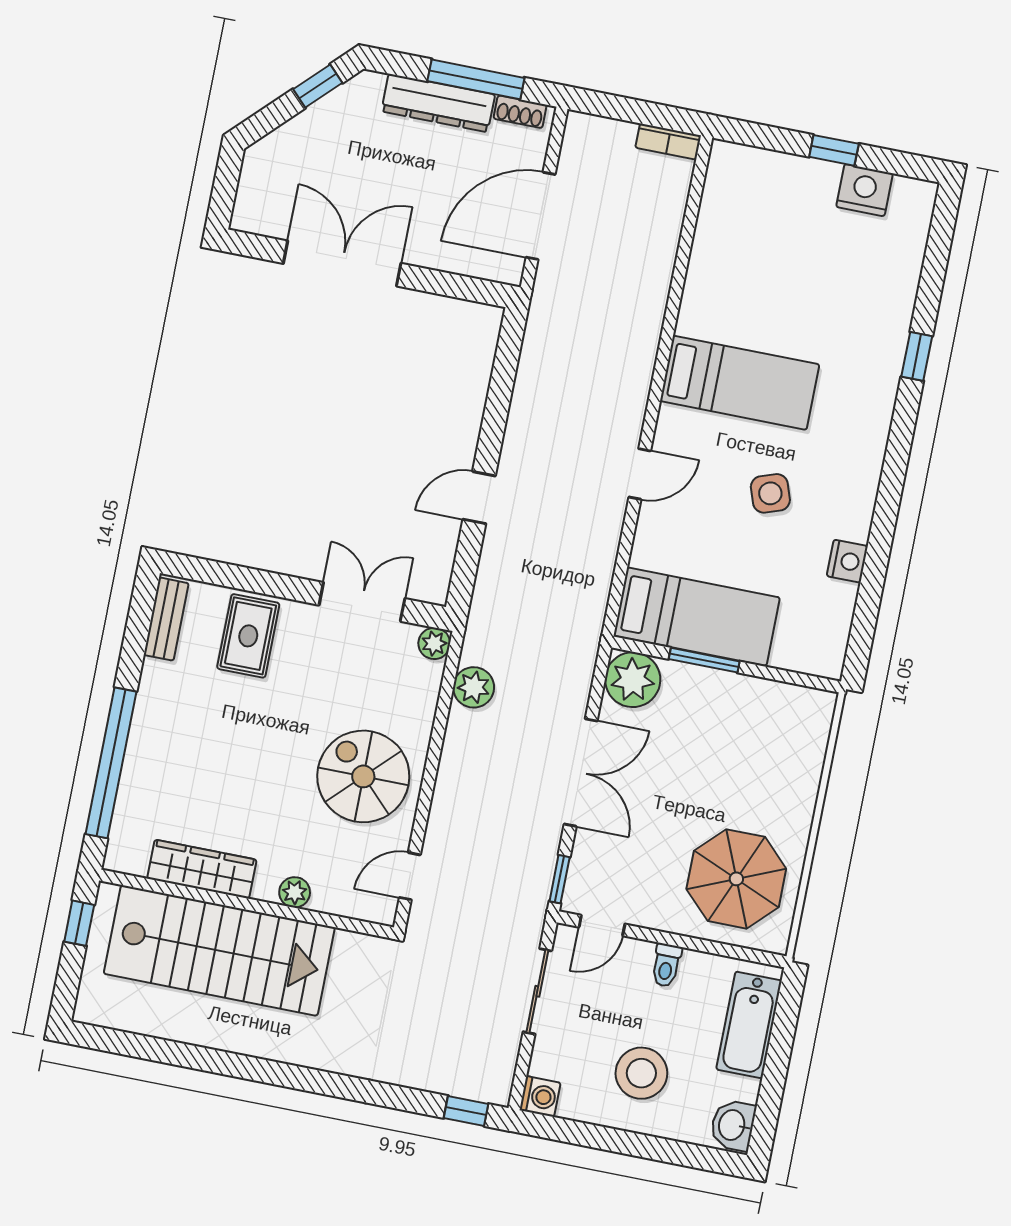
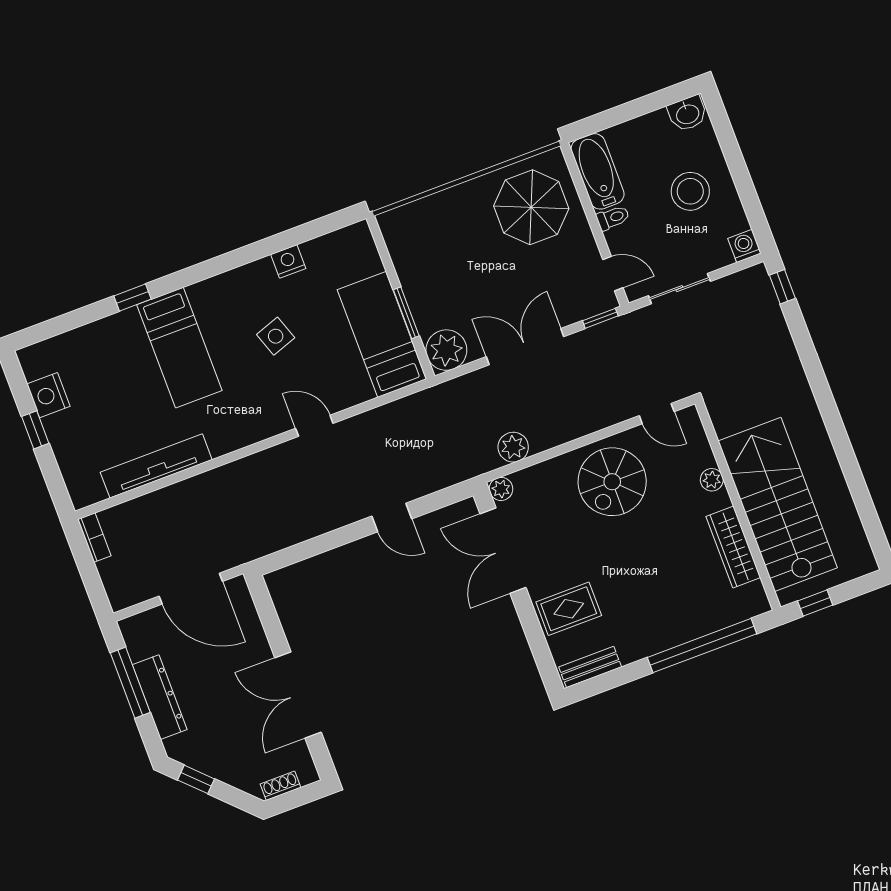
shoe rack: (520, 112) -> (281, 786), moved, turned -90
tv unit: (706, 264) -> (156, 466), added
bed: (740, 383) -> (179, 348), moved, turned 180
double door: (362, 602) -> (503, 551), width x1.37
bathtub: (749, 1025) -> (598, 171), moved, turned -90

